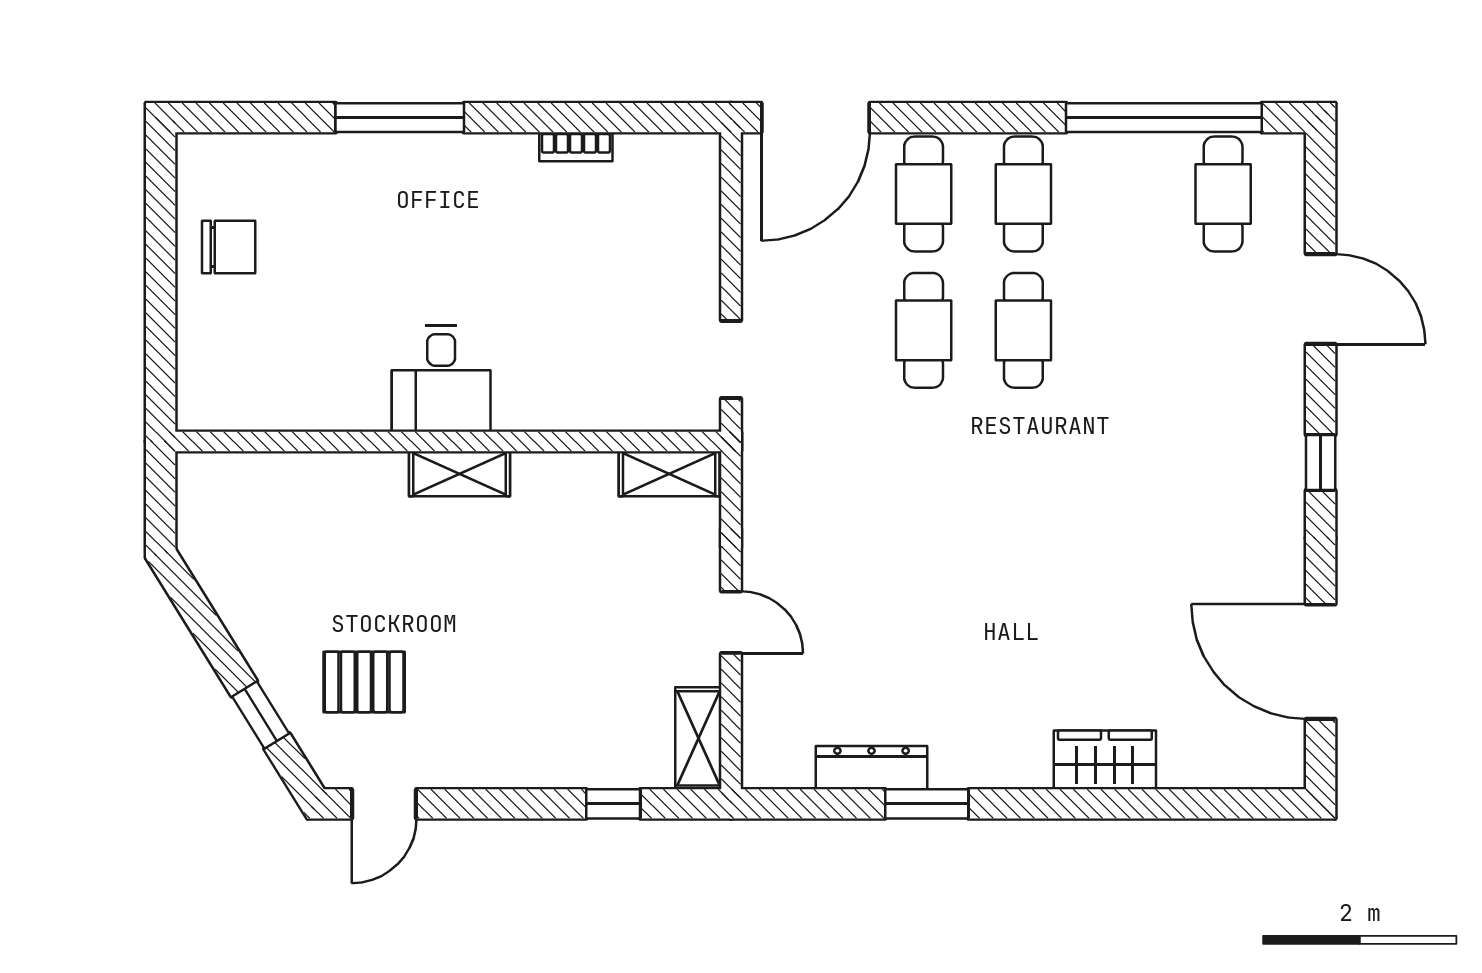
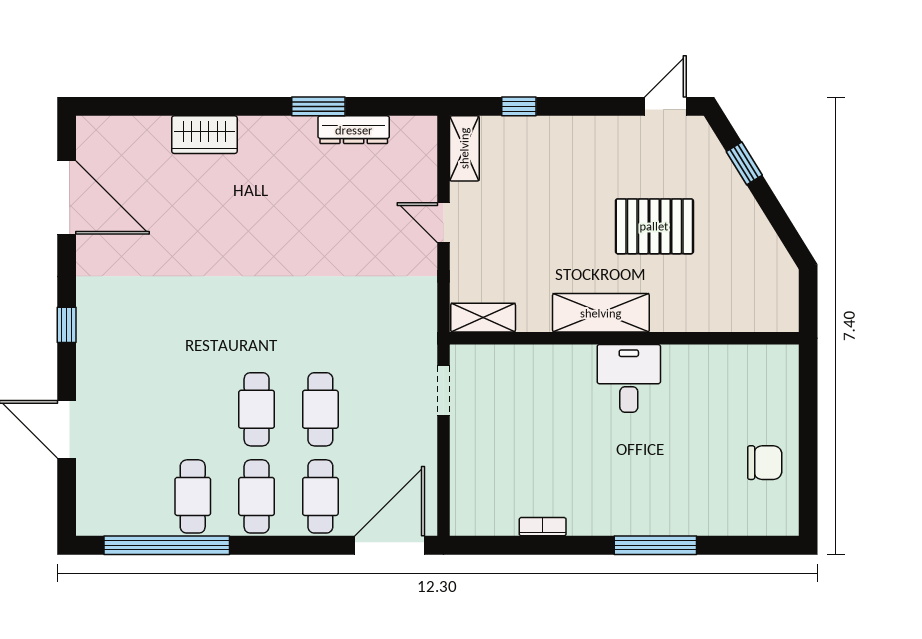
cafe table: (1223, 194) -> (193, 496), moved
chair: (229, 247) -> (765, 463), turned 180
shelving: (460, 474) -> (601, 313), width x1.50, depth x1.33
pallet: (364, 682) -> (654, 226), moved, width x1.50, depth x1.42

